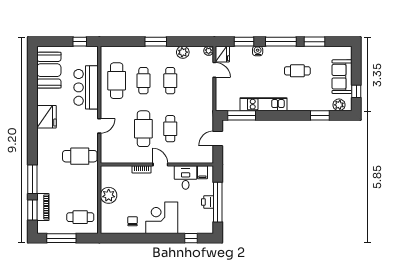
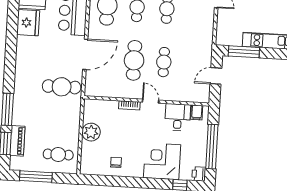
fridge: (46, 117) -> (28, 23), moved
door: (99, 126) -> (85, 54), width x1.88
printer: (207, 202) -> (199, 174), moved
corner desk: (162, 218) -> (162, 161), moved

